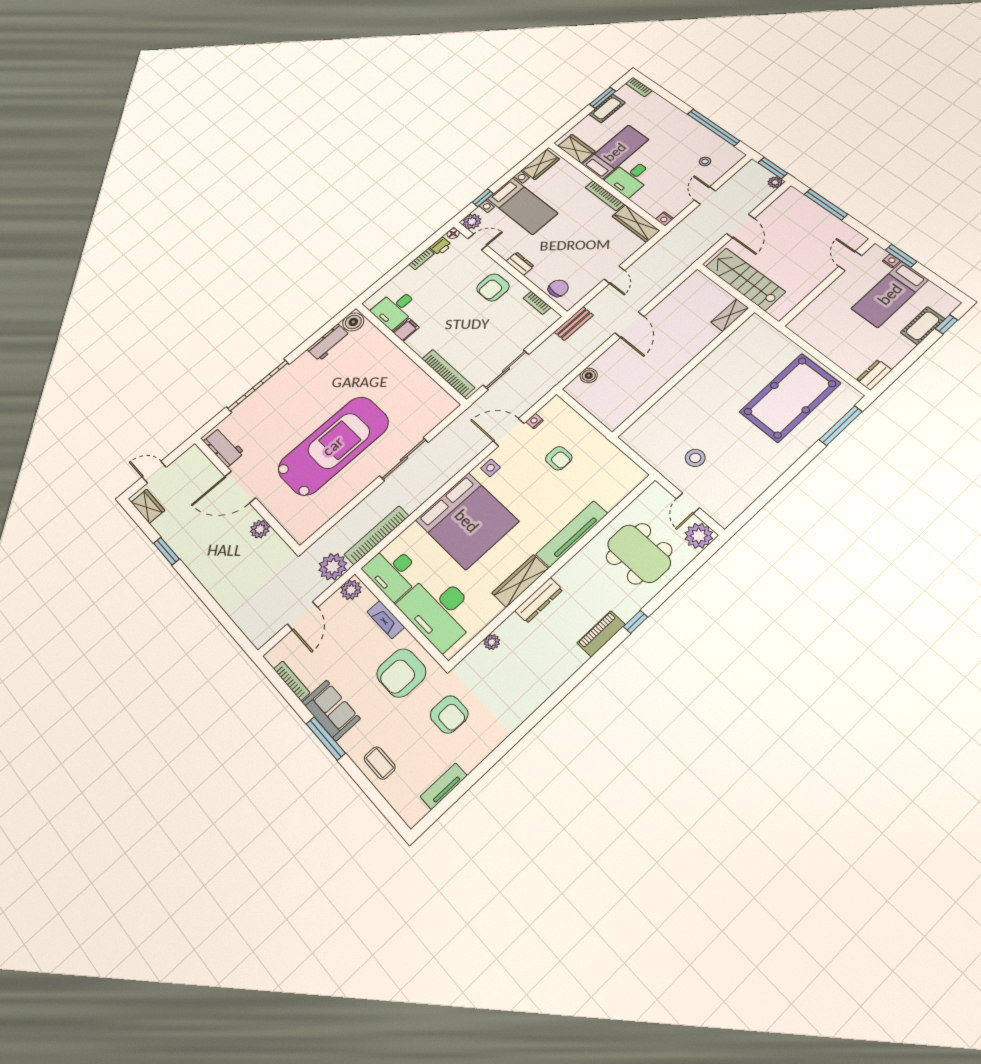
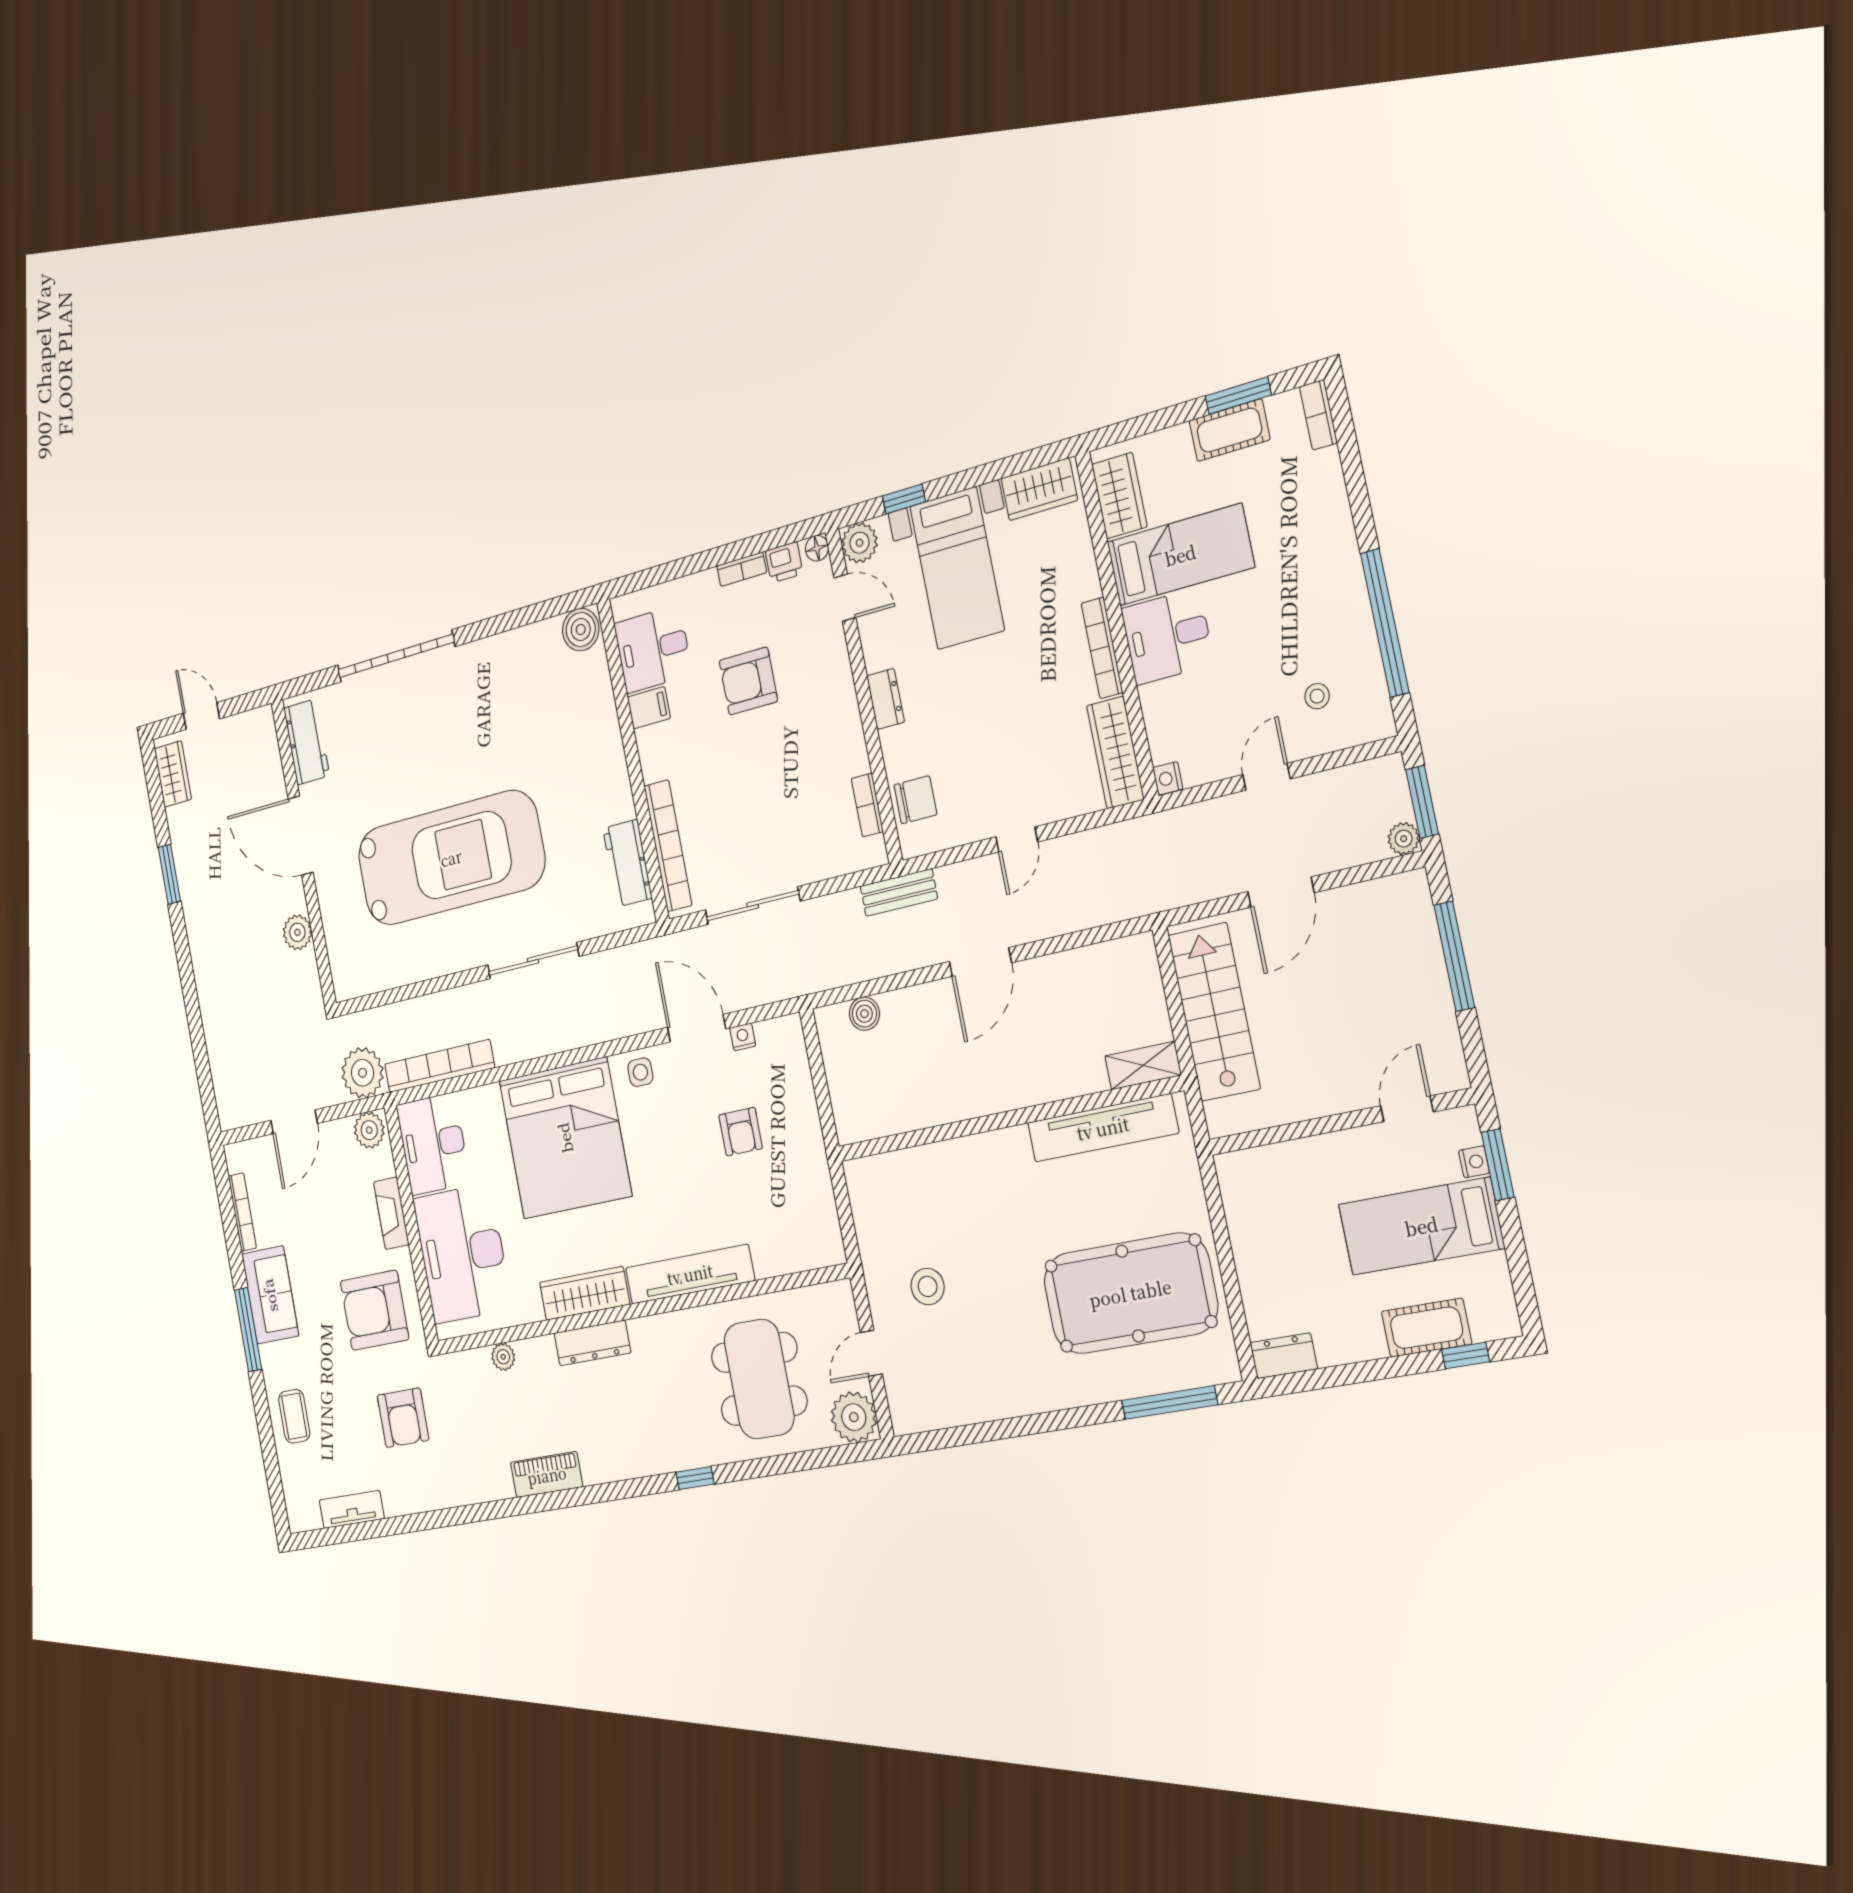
armchair: (493, 287) -> (748, 681), moved
workbench: (329, 342) -> (627, 863), moved, turned 90
tv unit: (730, 347) -> (1103, 1128), added
piano: (601, 634) -> (547, 1475), moved

